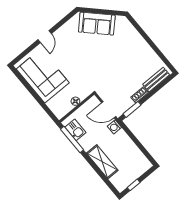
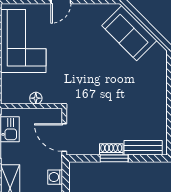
window: (132, 109) -> (114, 158), moved
washing machine: (114, 127) -> (55, 177), moved

